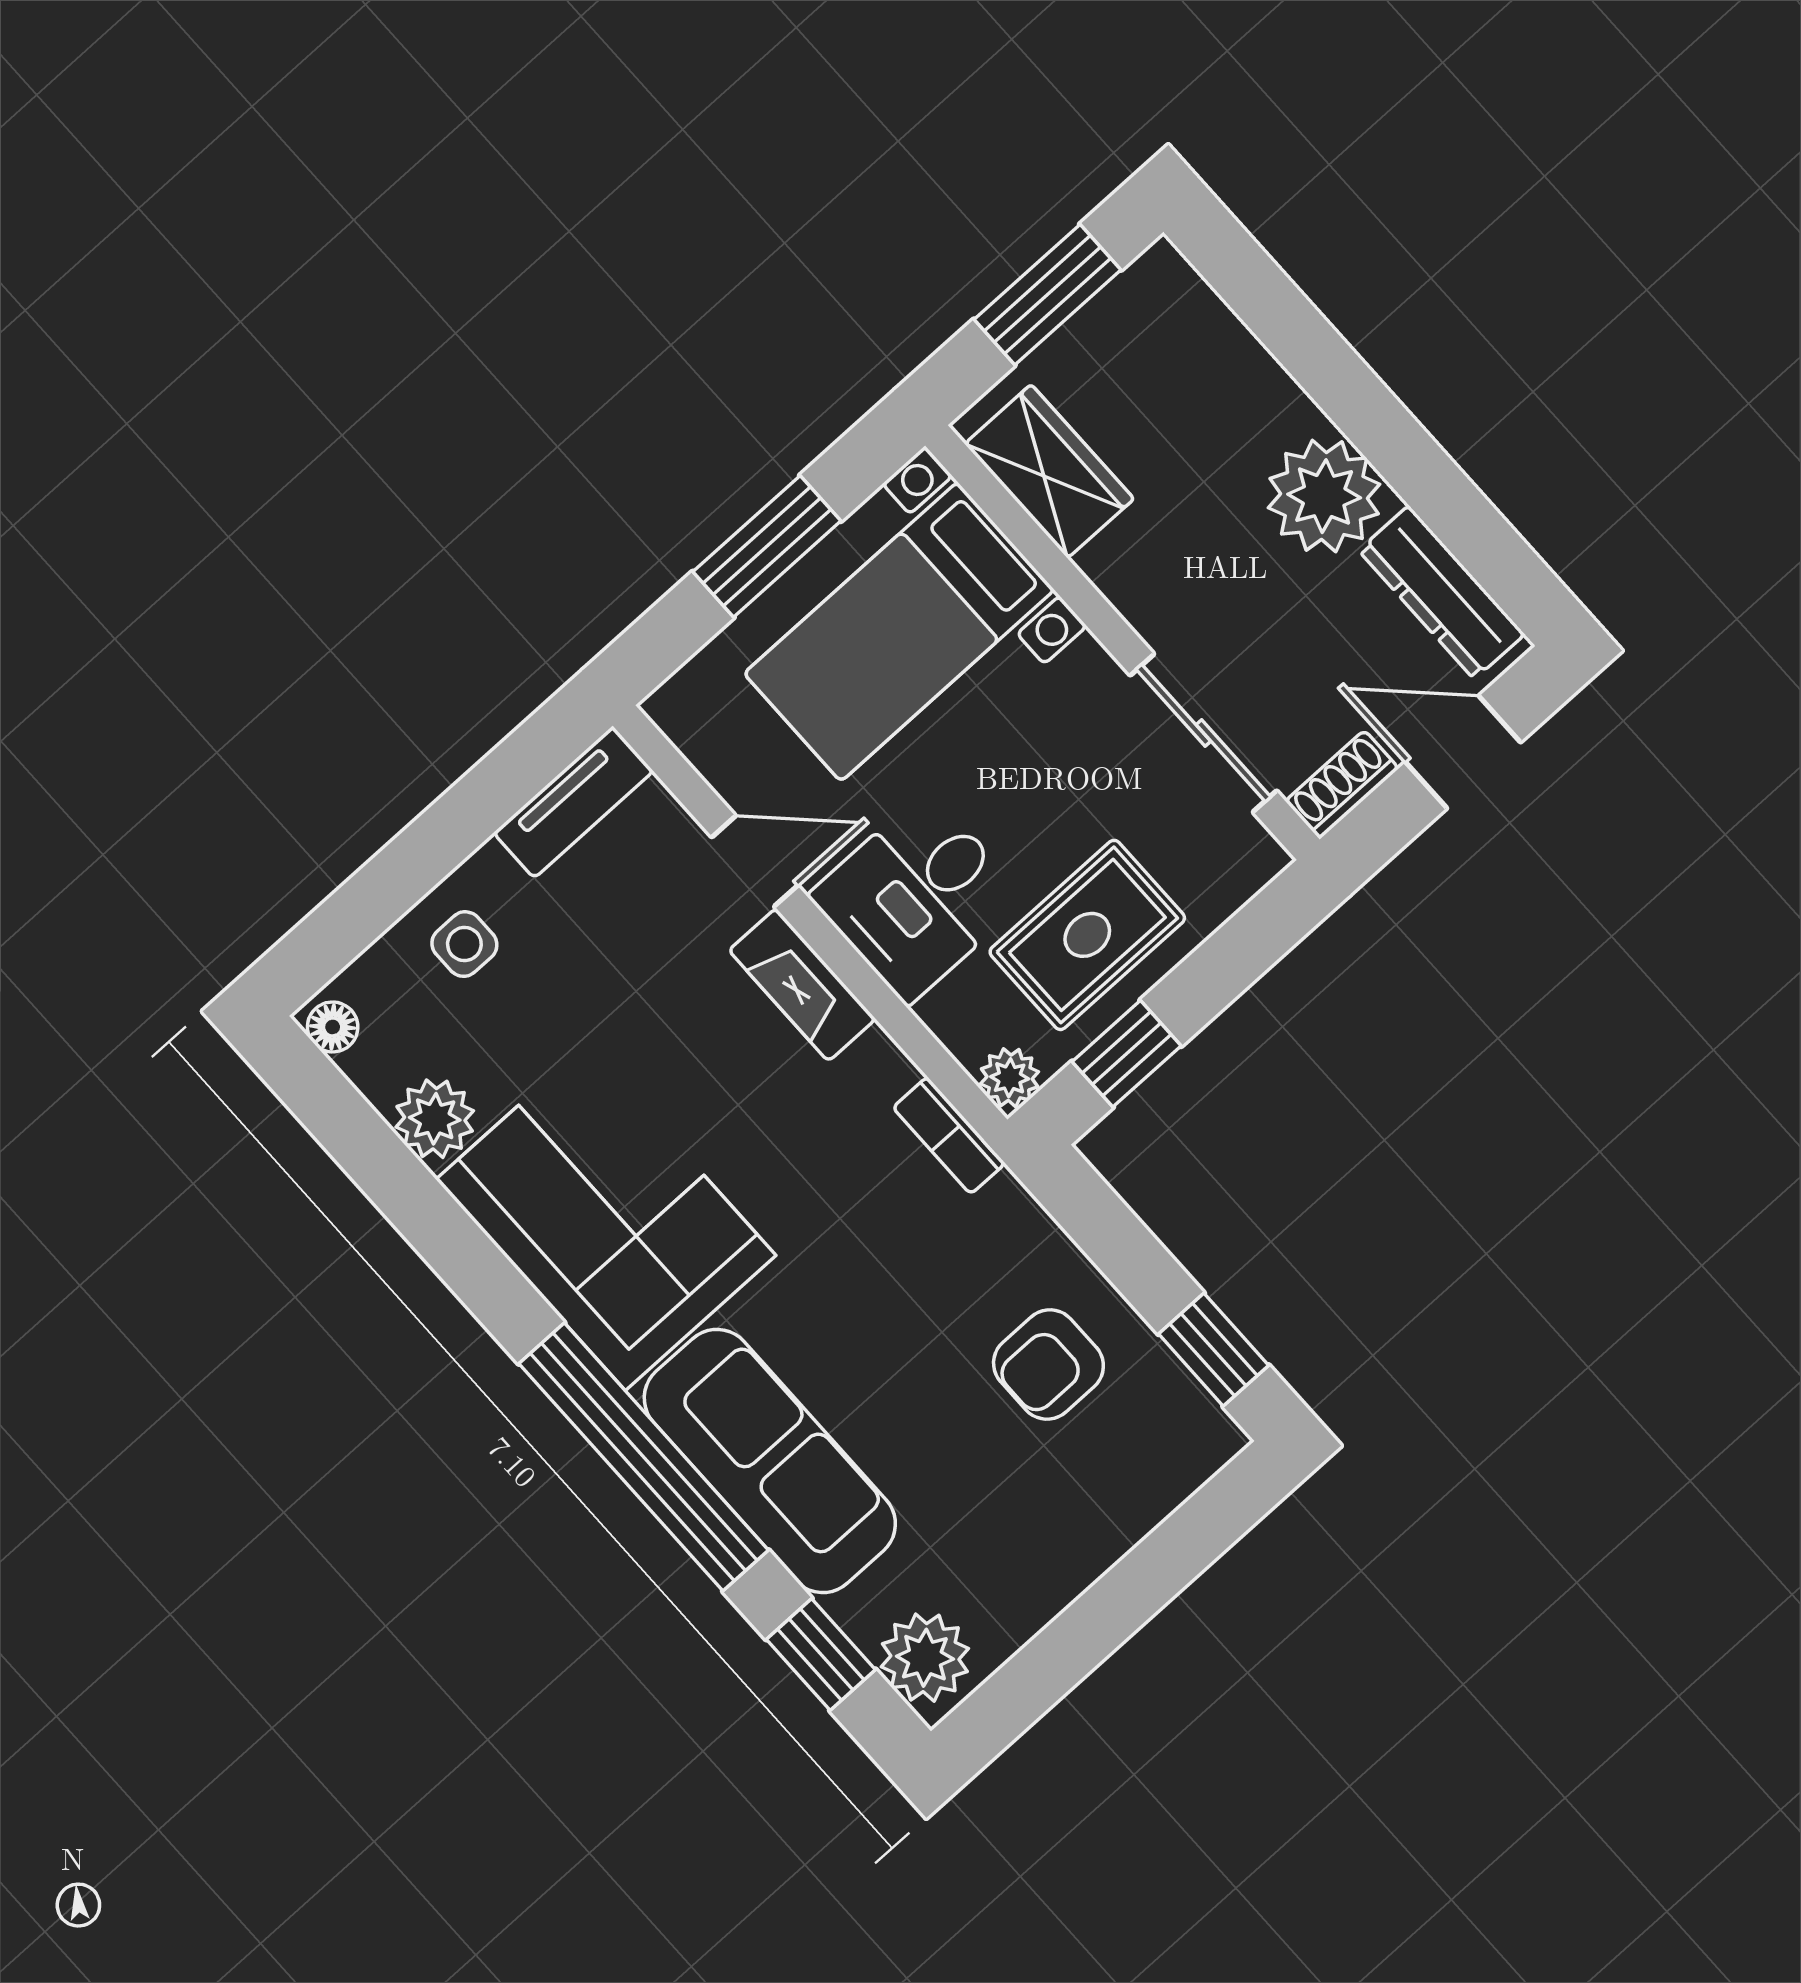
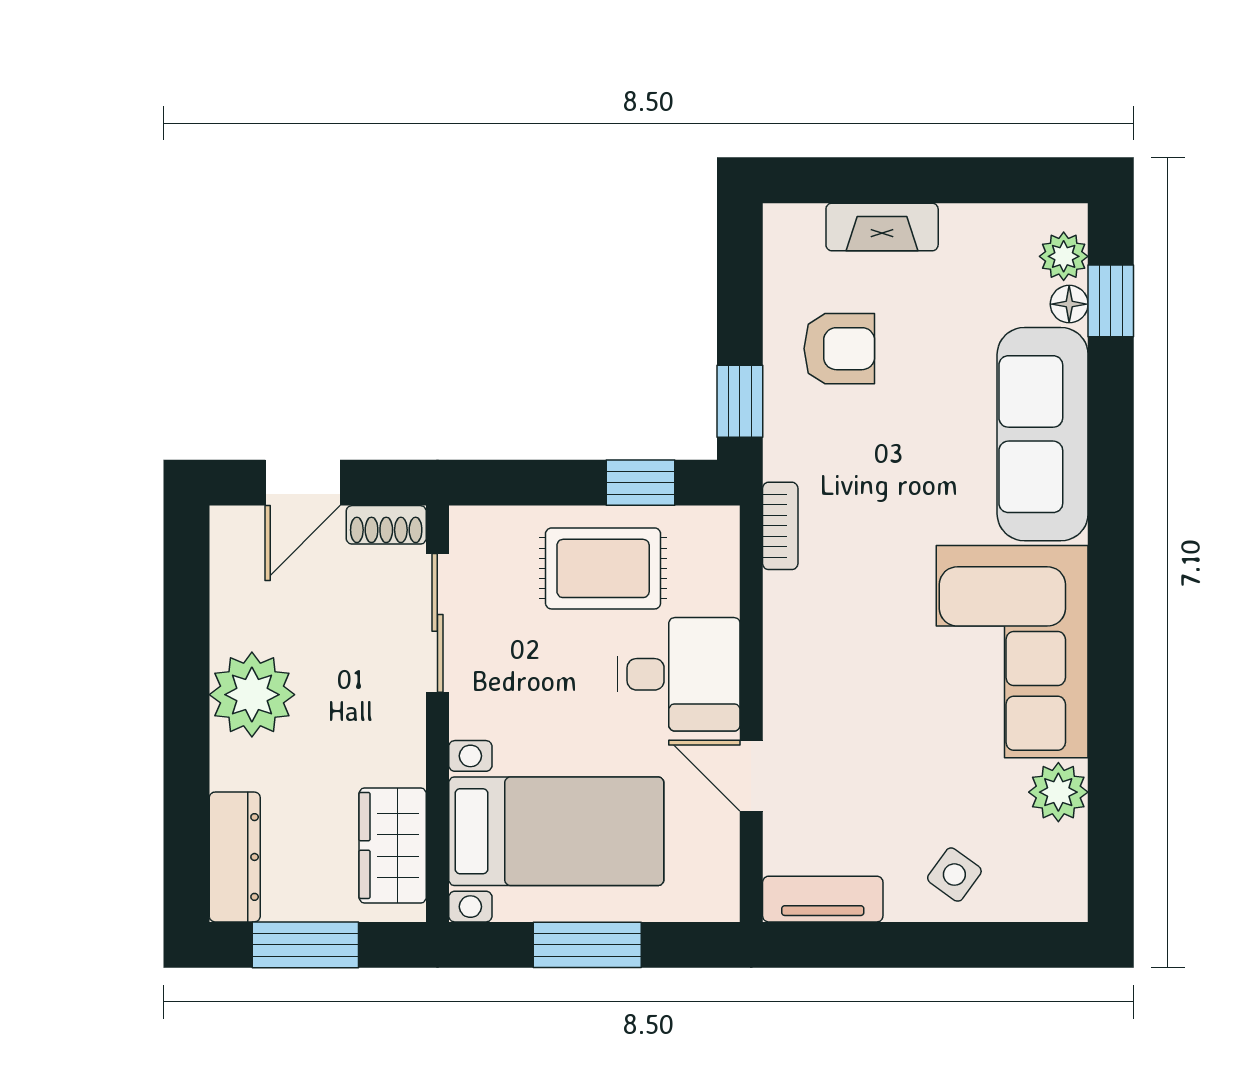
dresser: (1442, 592) -> (235, 857), moved
door: (1463, 752) -> (303, 483), hinge flipped
side table: (464, 944) -> (954, 875), turned 36
fireplace: (802, 985) -> (882, 227), moved, turned 90
floor lamp: (333, 1027) -> (1069, 304), moved
plant: (1010, 1078) -> (718, 528), removed
window: (1214, 1350) -> (740, 401), moved
window: (644, 1457) -> (1111, 499), removed
plant: (925, 1658) -> (1064, 256), width x0.73, depth x0.73

